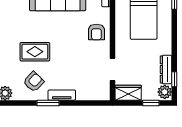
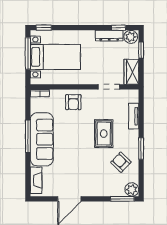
armchair: (96, 32) -> (73, 102), turned 90
rug: (35, 52) -> (104, 134), moved
tv unit: (62, 95) -> (134, 116), moved

